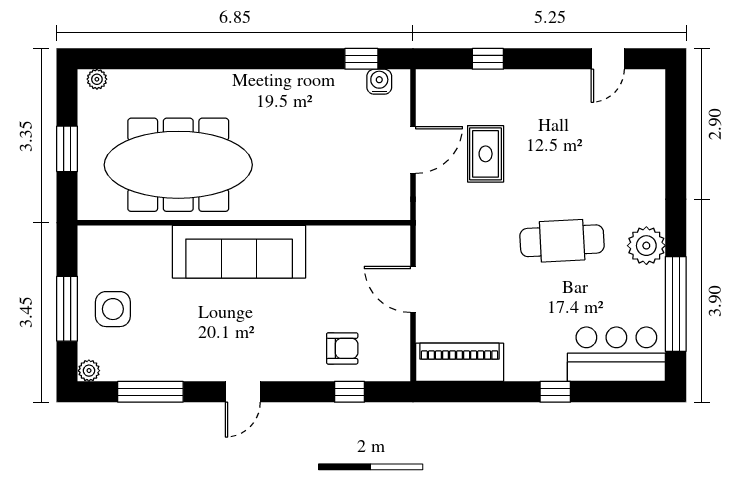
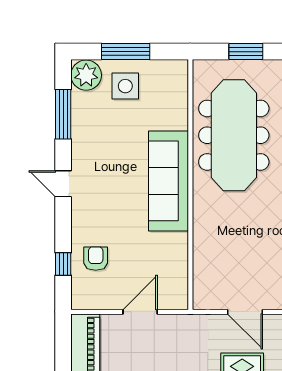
armchair: (342, 348) -> (96, 259), turned 180
plant: (89, 371) -> (86, 75), width x1.88, depth x1.88

